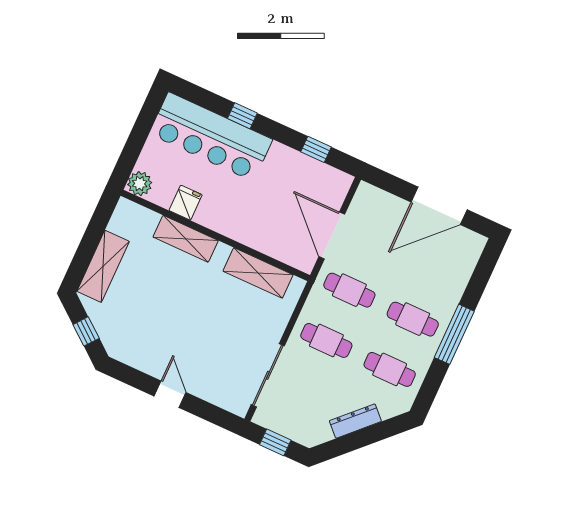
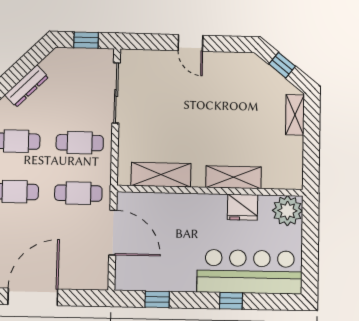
plant: (140, 184) -> (287, 211), width x1.36, depth x1.36
fridge: (186, 203) -> (243, 207), width x1.38
shelving: (103, 266) -> (295, 115), width x0.67, depth x0.75

